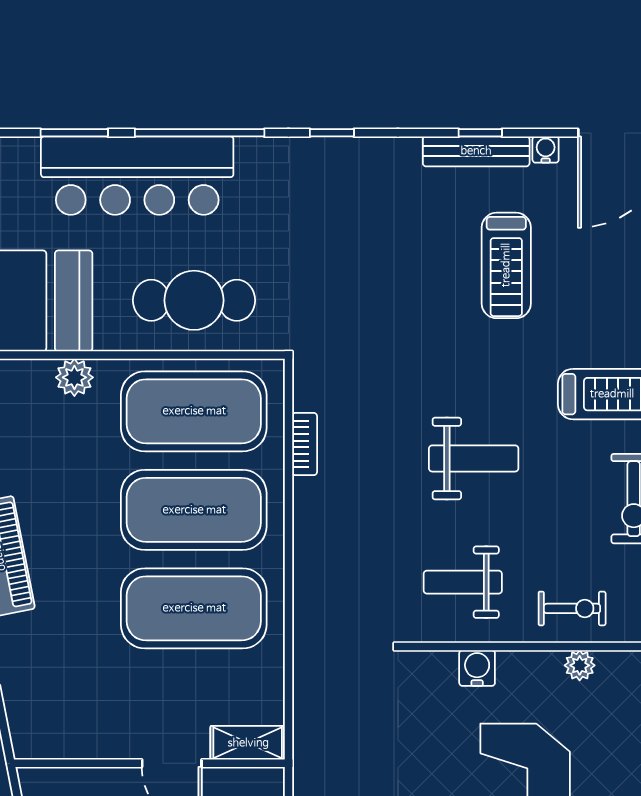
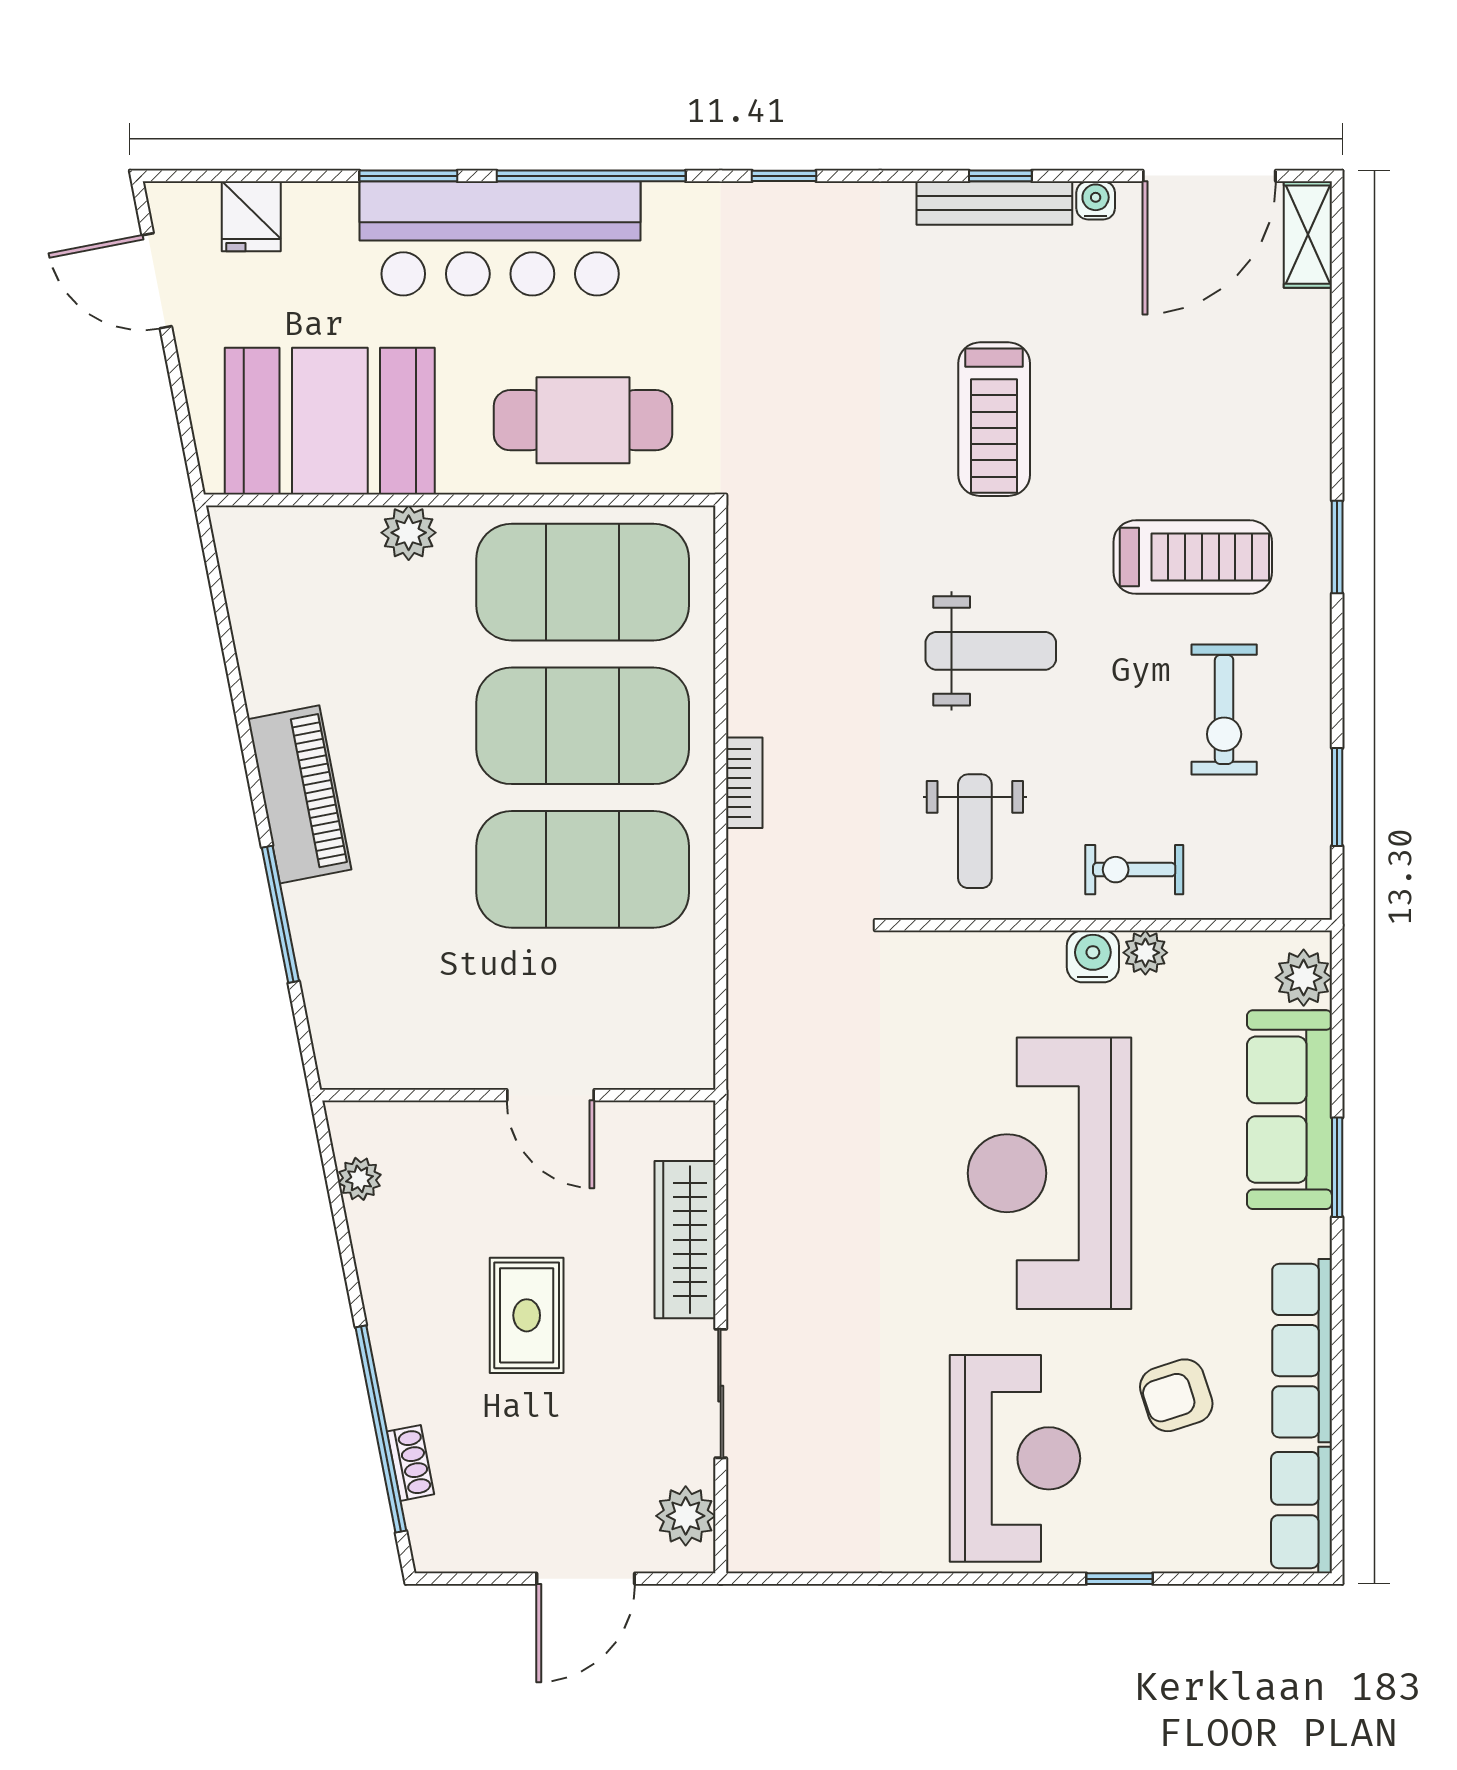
treadmill: (506, 265) -> (994, 419), moved
bookcase: (305, 444) -> (744, 783), moved
weight bench: (463, 582) -> (975, 831), turned -90
exercise bike: (572, 608) -> (1134, 870), turned 180
water cooler: (477, 668) -> (1093, 956), moved
shelving: (248, 743) -> (661, 1065), removed

